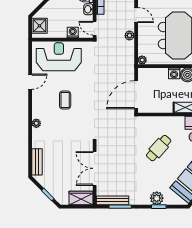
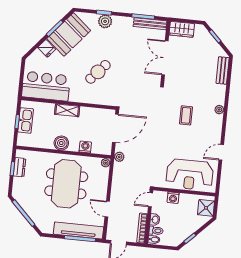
door: (95, 28) -> (150, 200), swing flipped
plant: (129, 36) -> (119, 157), moved
washing machine: (174, 73) -> (85, 147), moved
coffee table: (65, 100) -> (186, 115), moved
double door: (95, 168) -> (165, 58), swing flipped

